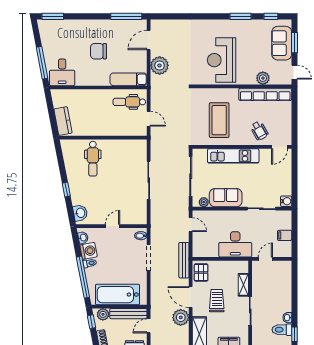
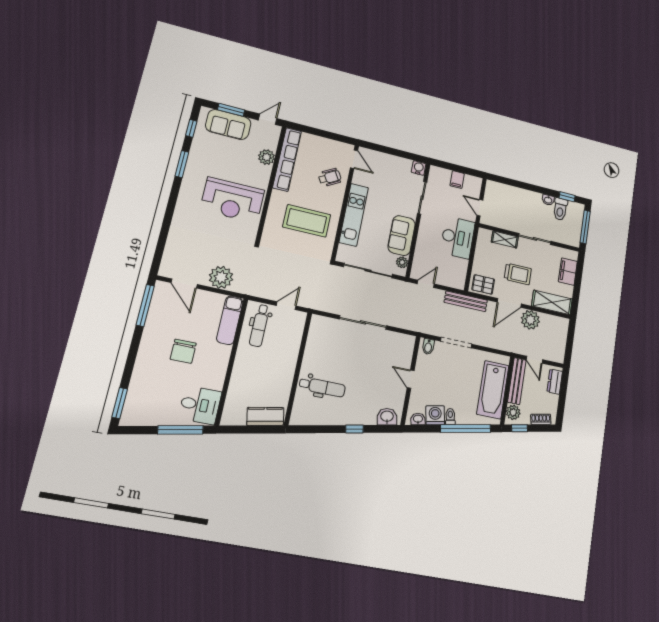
trolley: (217, 301) -> (518, 274), turned 180

